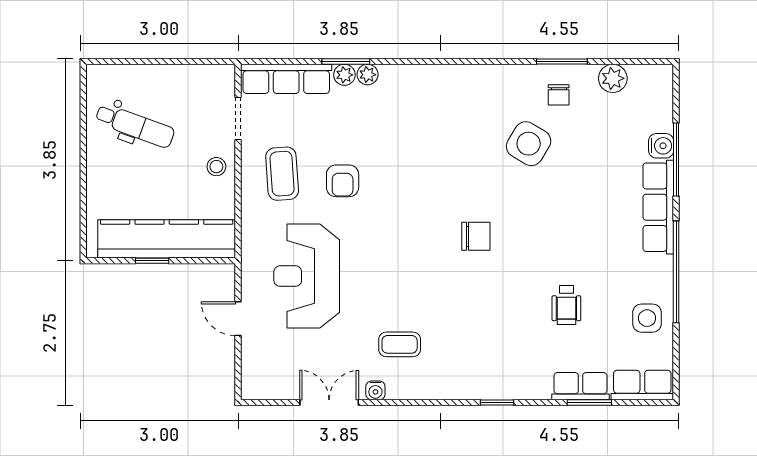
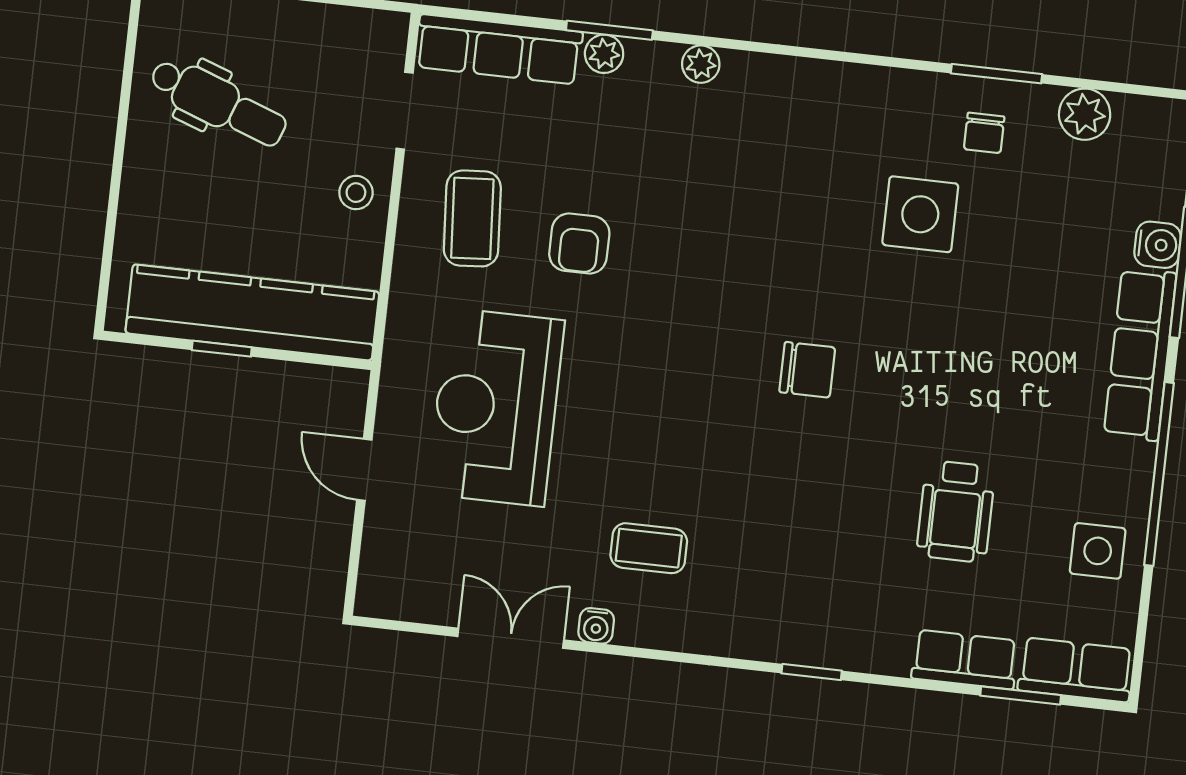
plant: (368, 75) -> (701, 64), moved
side table: (529, 144) -> (920, 214), turned -31
wheelchair: (566, 305) -> (956, 511), width x1.36, depth x1.37
window: (589, 402) -> (1021, 695), moved

